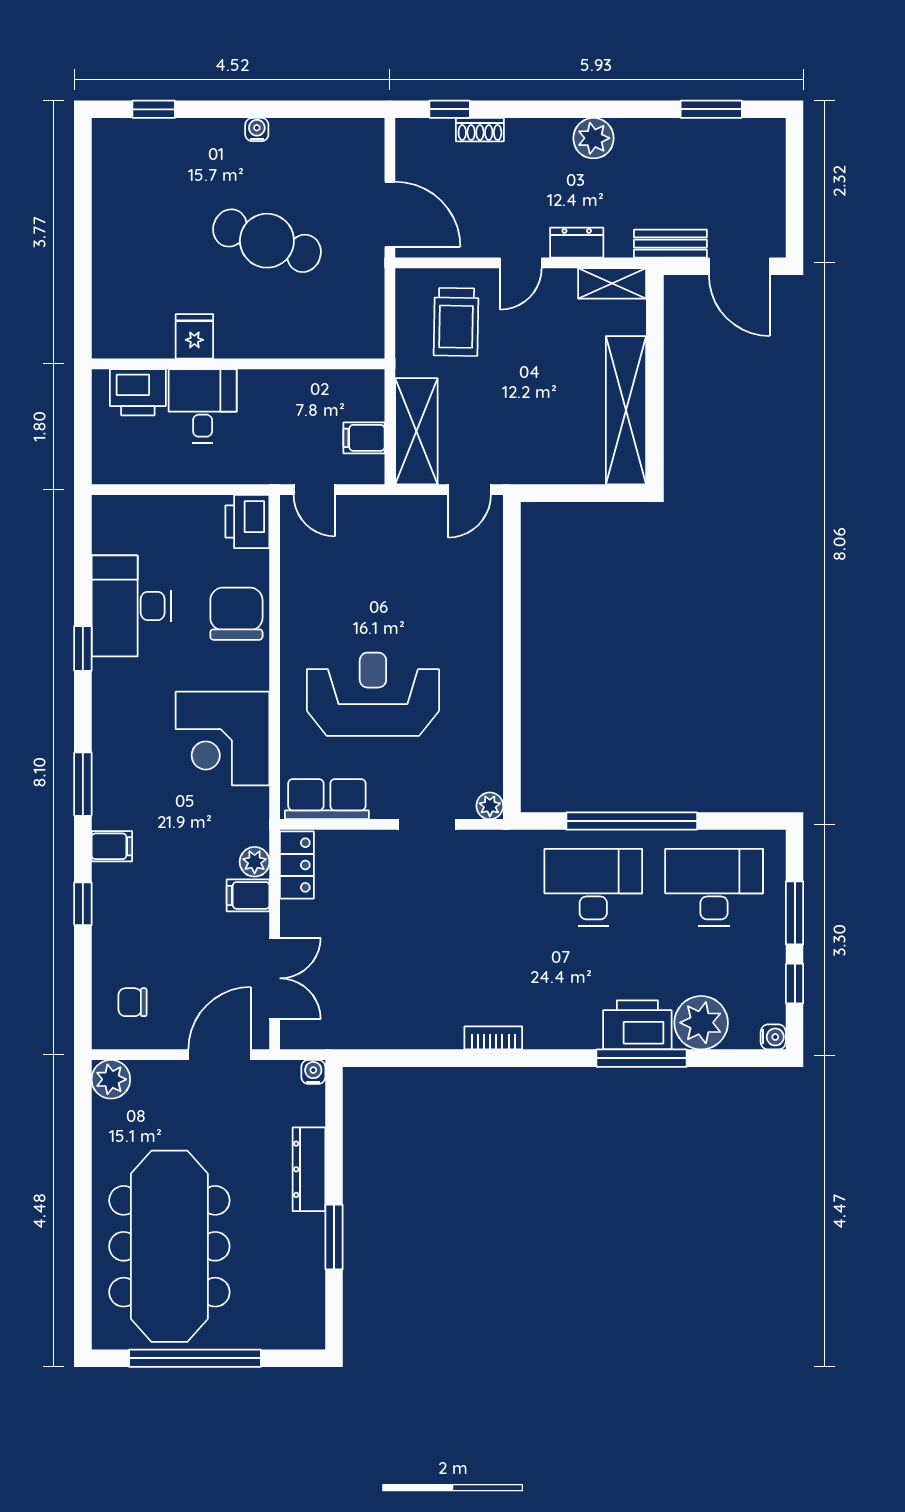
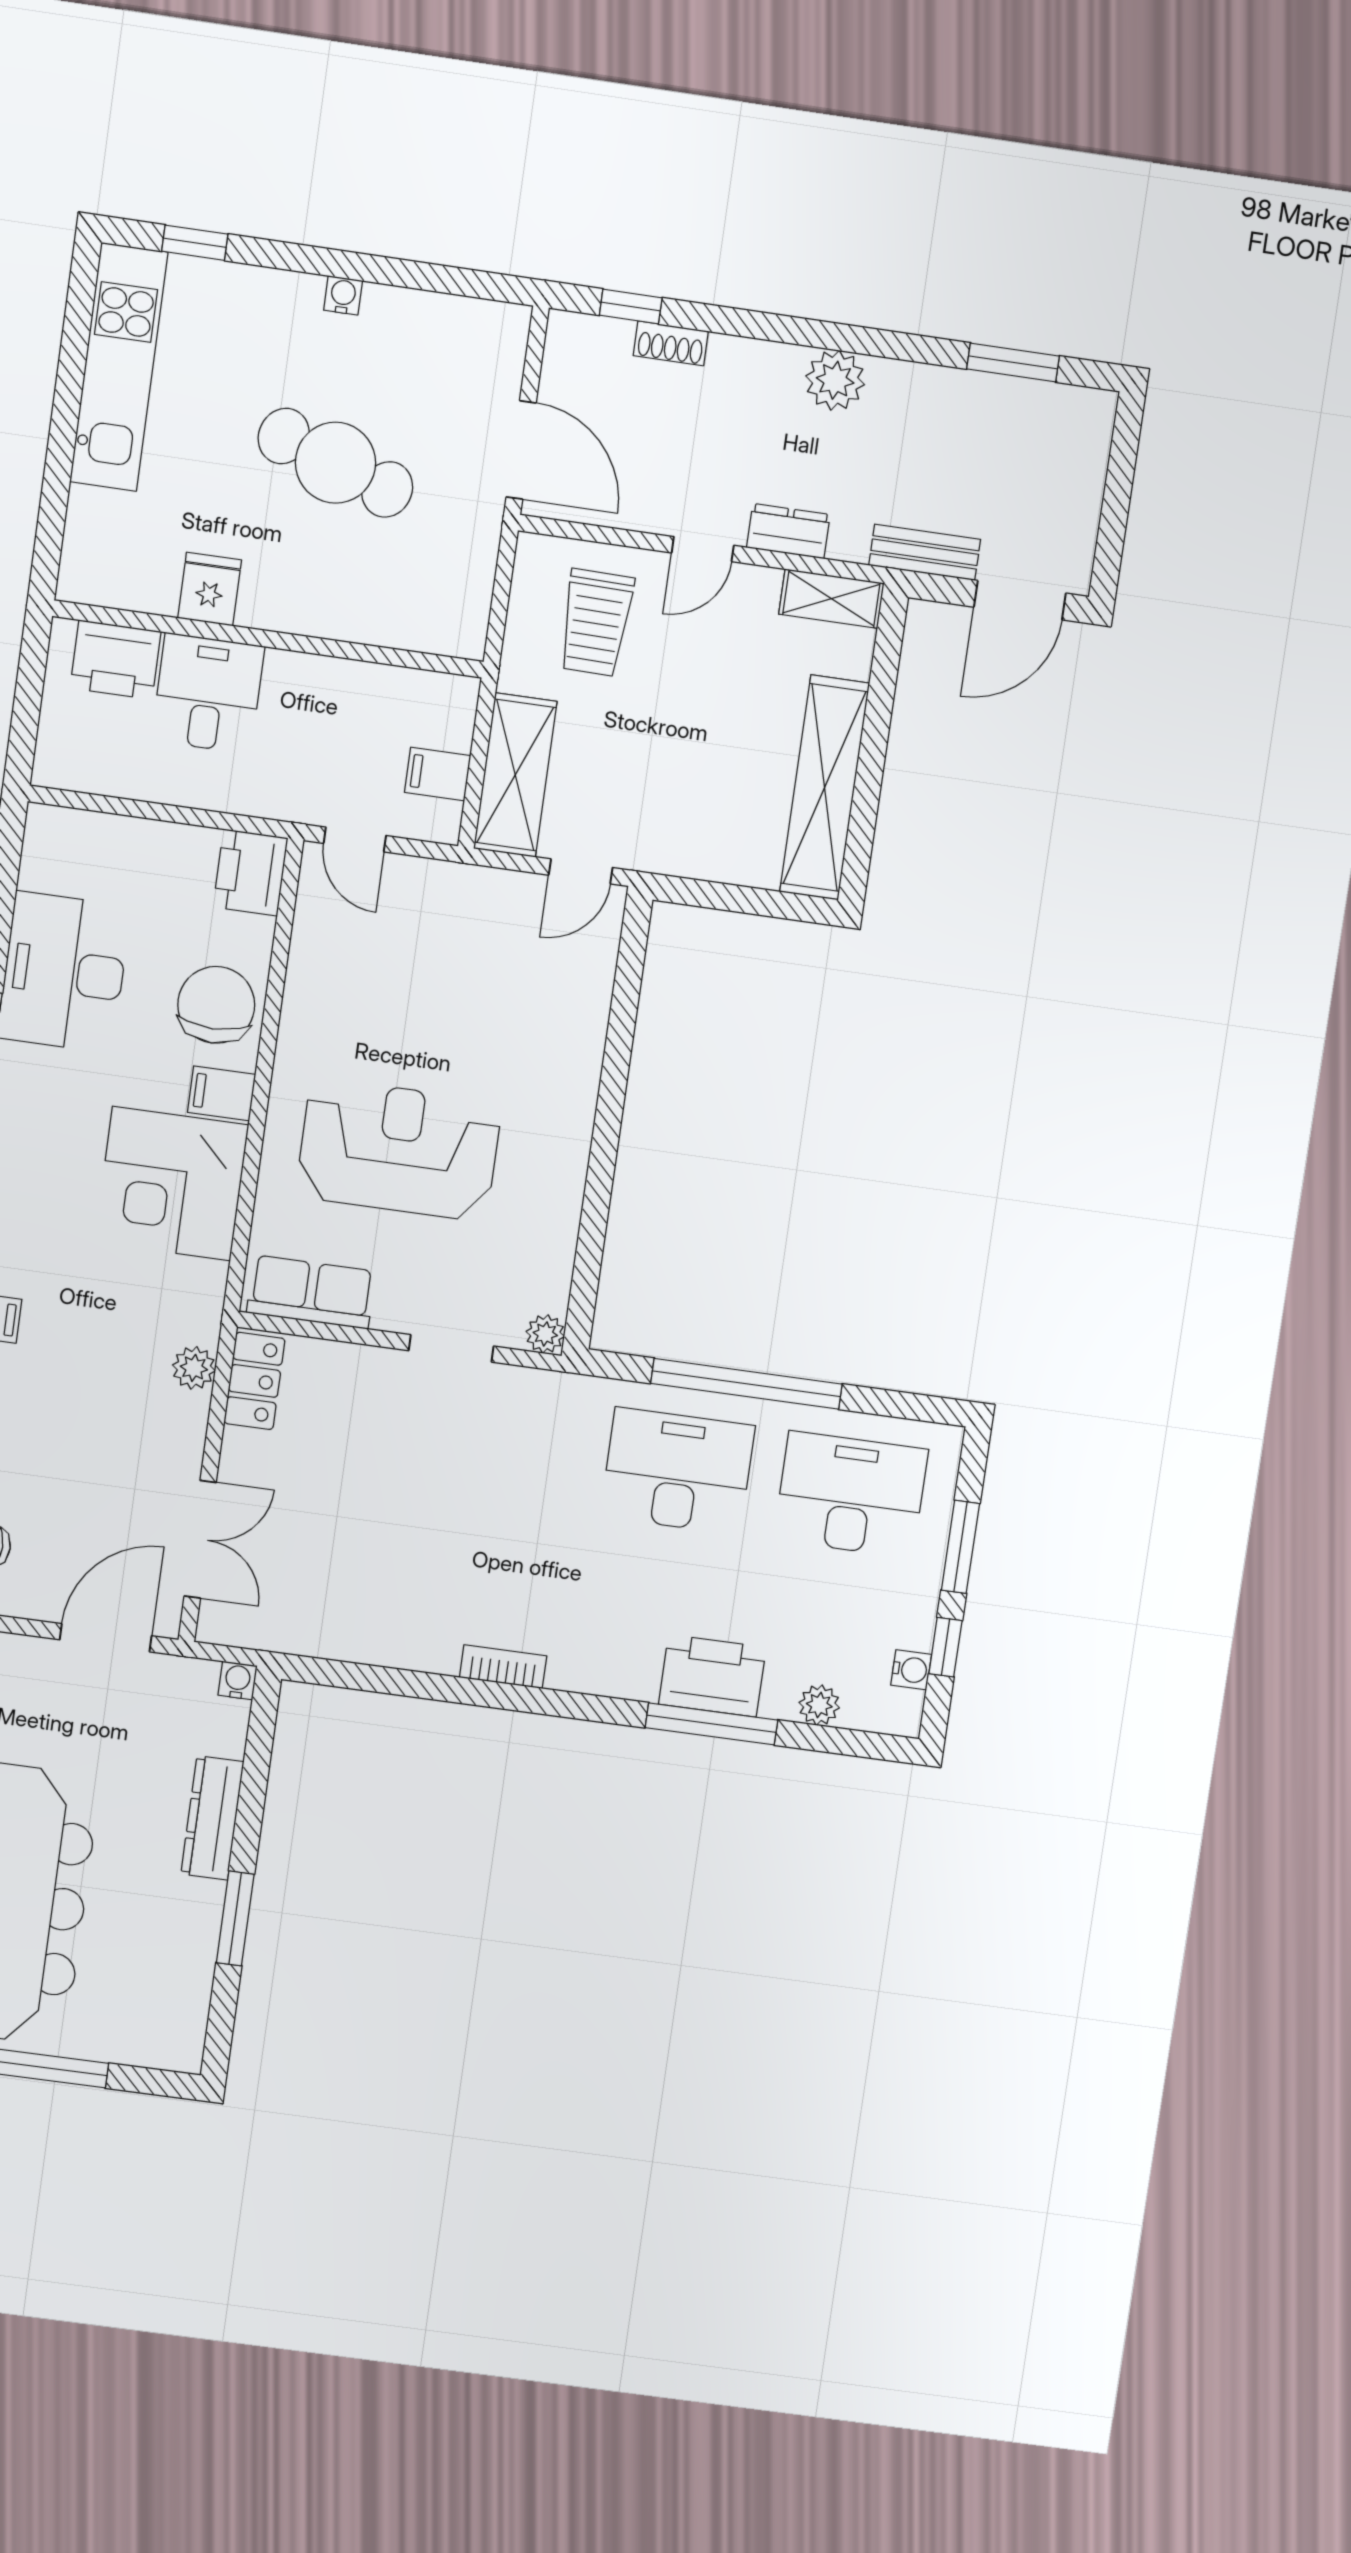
kitchen unit: (114, 198) -> (119, 367), added
door: (739, 266) -> (1020, 600), hinge flipped
filing cabinet: (248, 895) -> (222, 1093), moved
plant: (701, 1023) -> (819, 1705), width x0.53, depth x0.53
water cooler: (773, 1037) -> (911, 1670), moved

